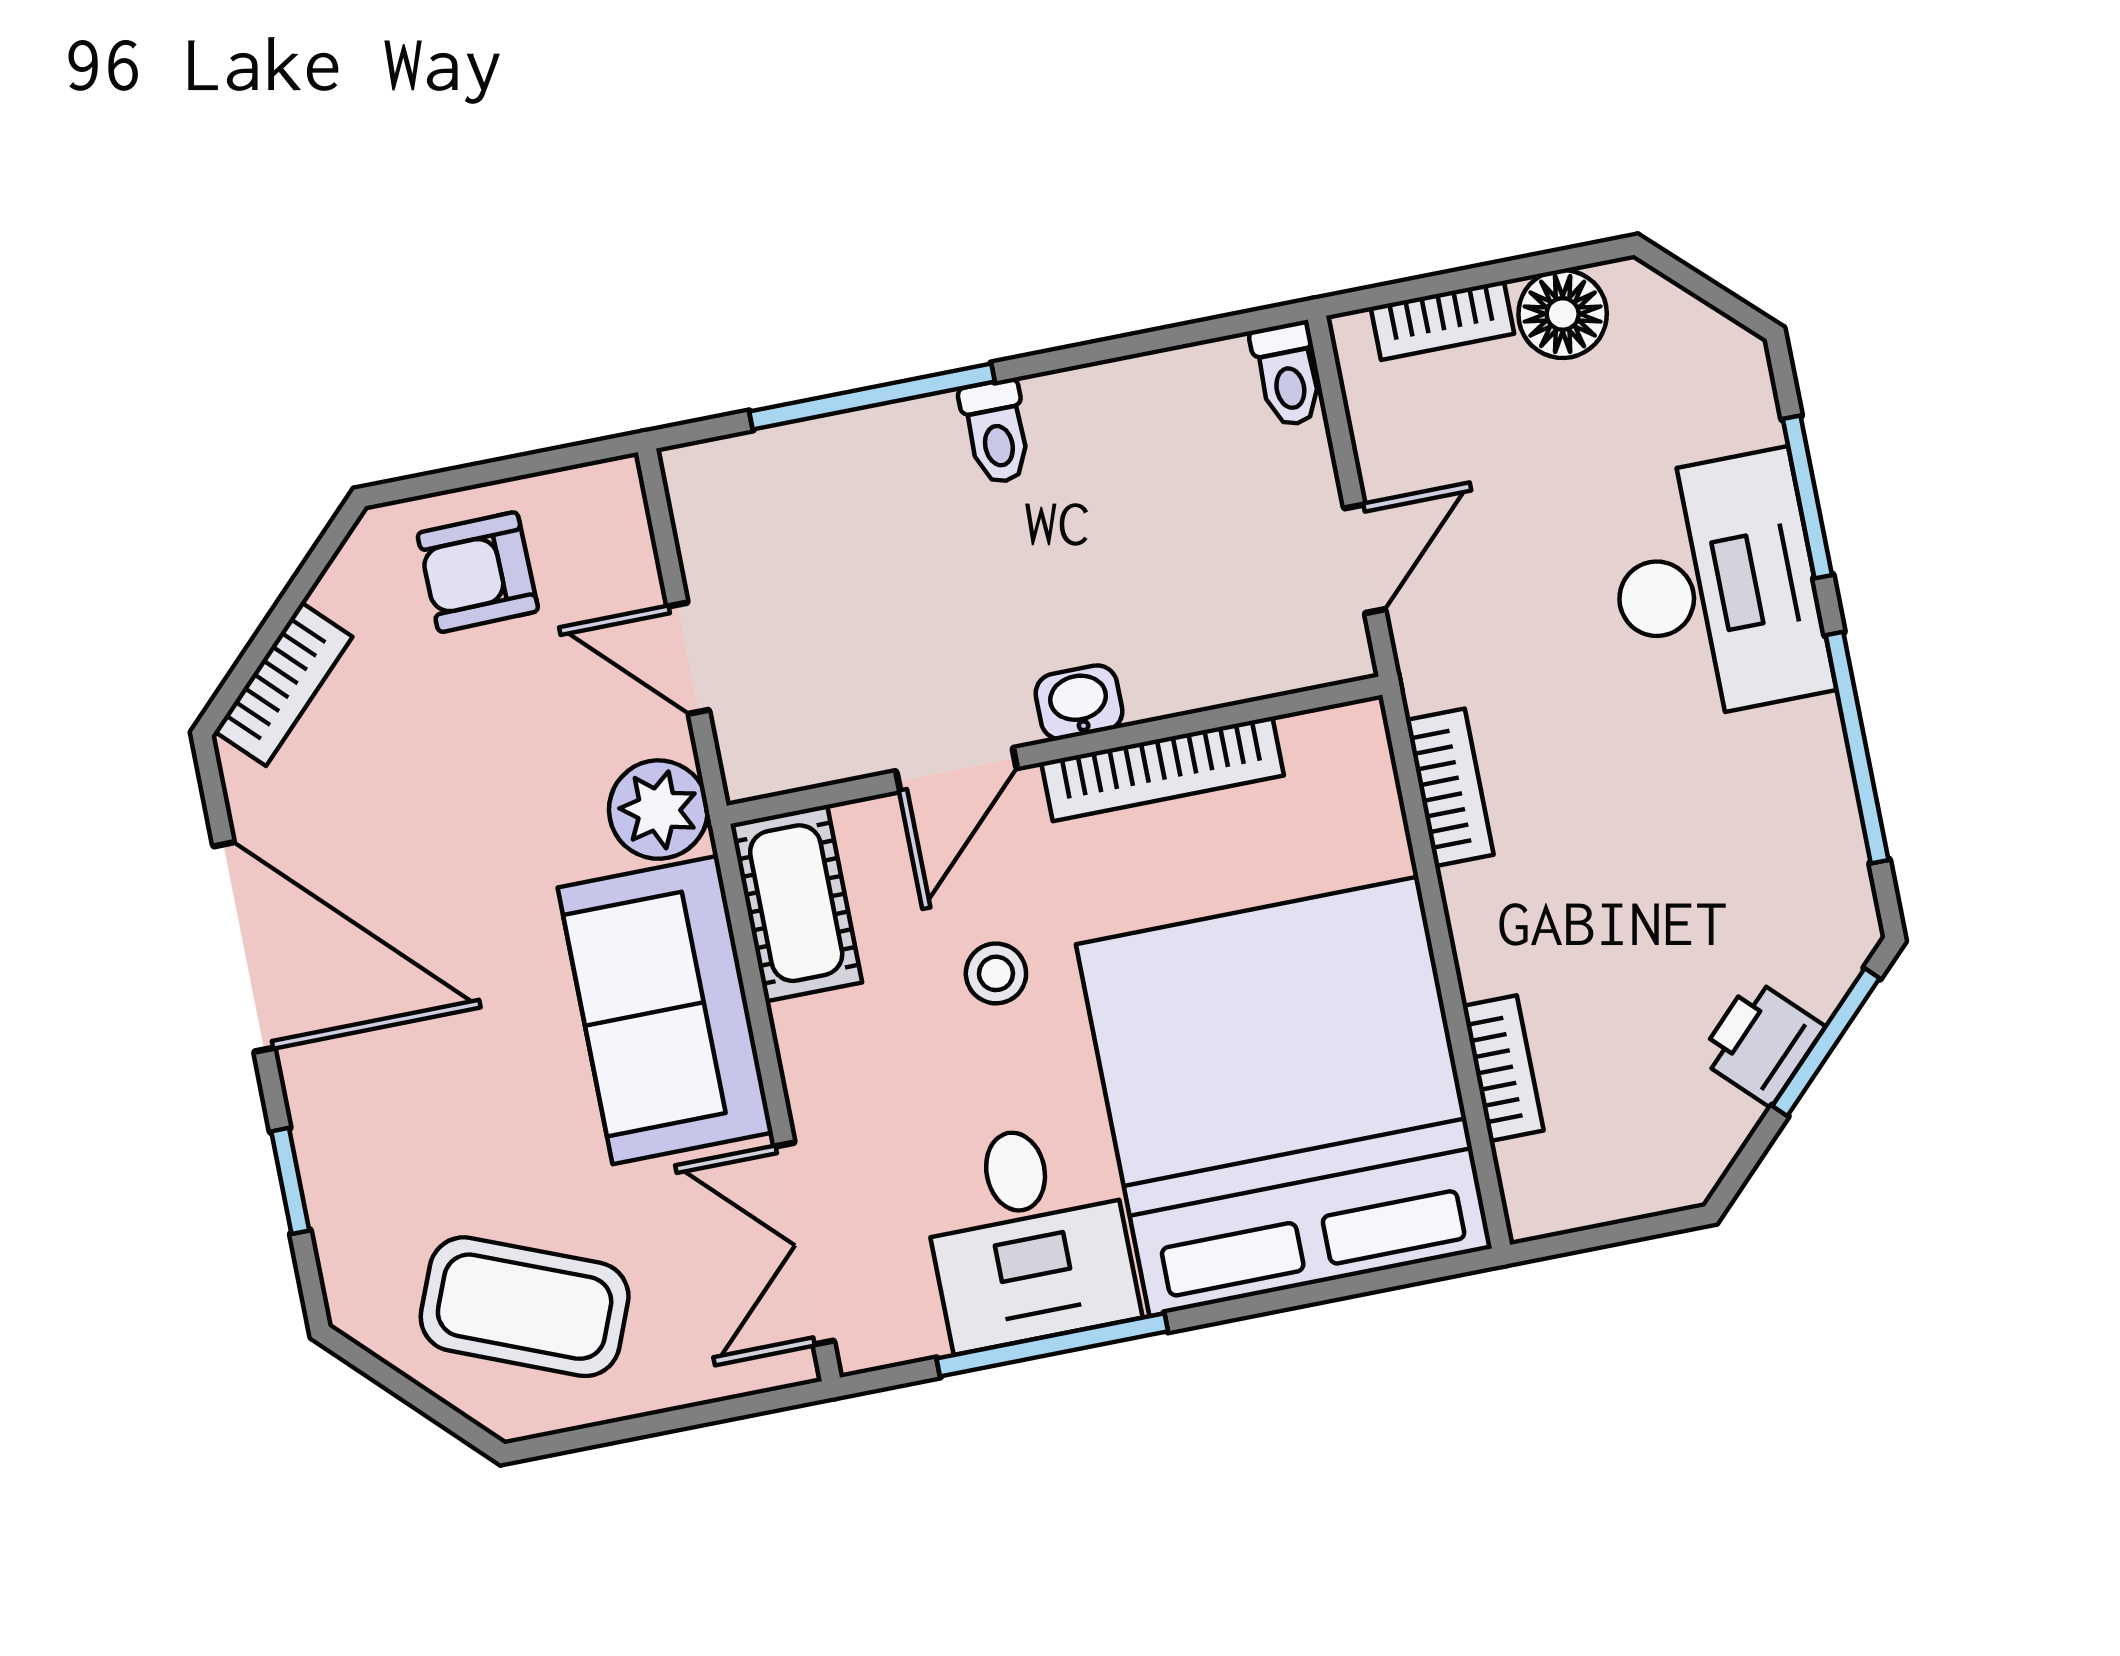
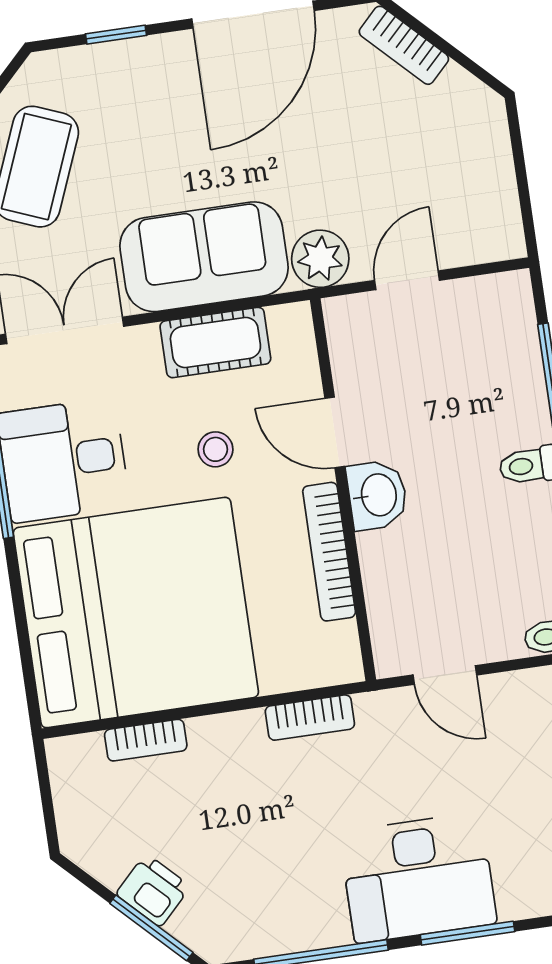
armchair: (478, 572) -> (463, 161), removed
washbasin: (1079, 702) -> (377, 495), width x1.38, depth x1.45
cot: (796, 903) -> (215, 343), moved

